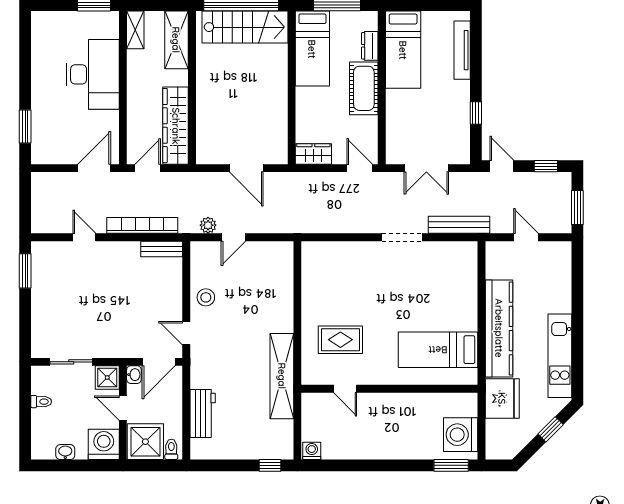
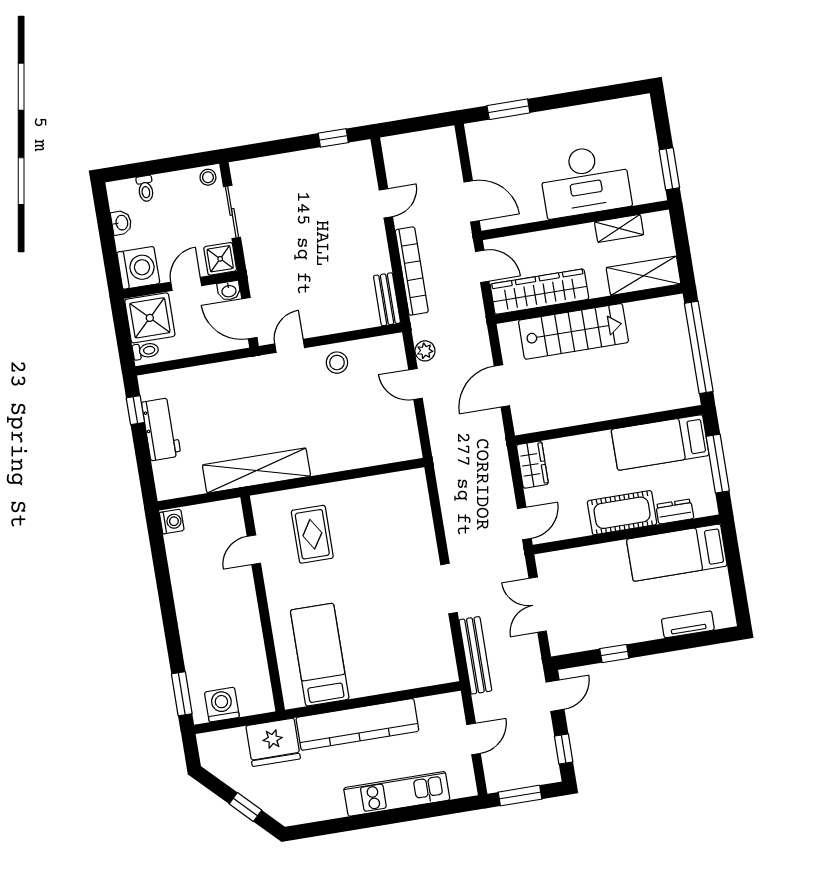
stairs: (245, 27) -> (573, 331), moved, turned -90
shelving: (135, 30) -> (619, 228), moved
tv unit: (462, 50) -> (688, 624), width x0.71
window: (25, 271) -> (333, 138), width x0.67
kitchen unit: (560, 356) -> (397, 794), moved
stool: (40, 377) -> (208, 177), added
toilet: (41, 402) -> (145, 189), moved
workbench: (203, 413) -> (161, 429), moved, turned -90
washing machine: (461, 435) -> (222, 705), width x0.73, depth x0.73
window: (270, 465) -> (135, 410), moved

